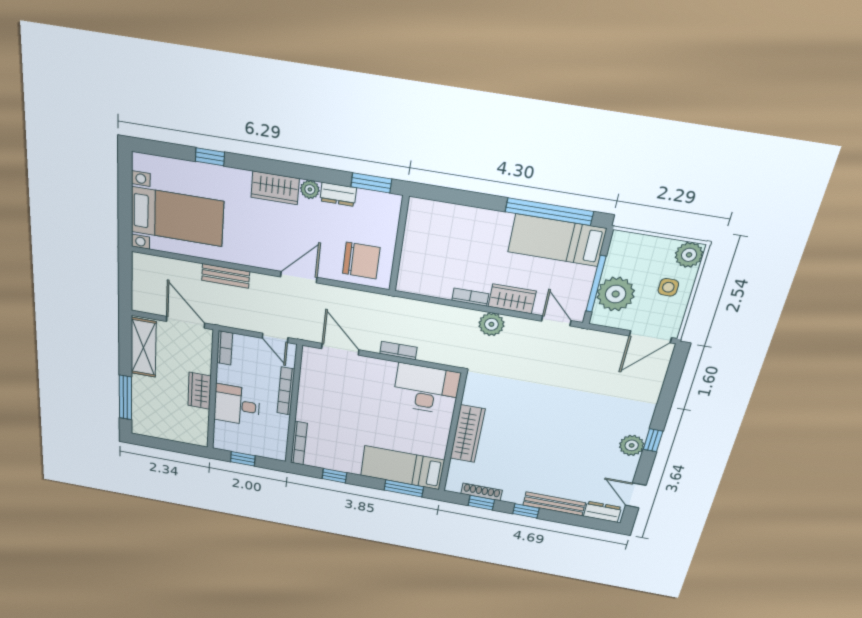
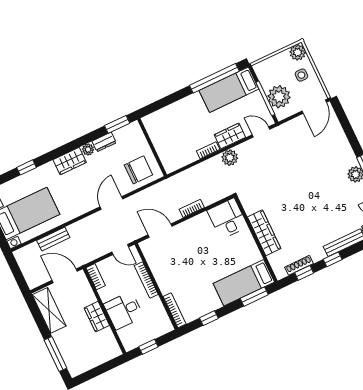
bench: (226, 276) -> (53, 239), moved
desk: (426, 389) -> (228, 219), width x0.73

